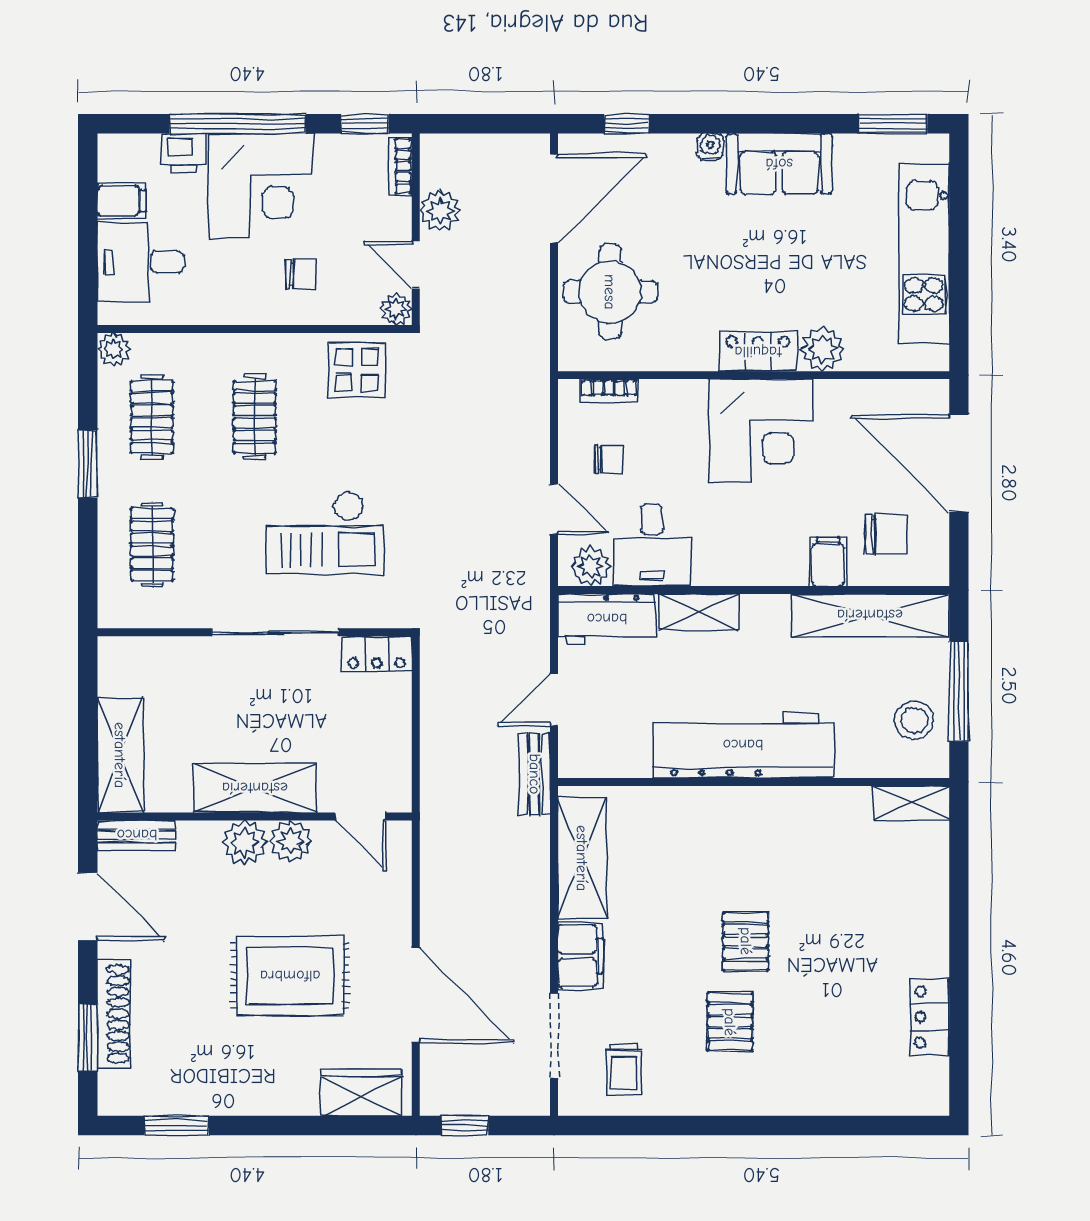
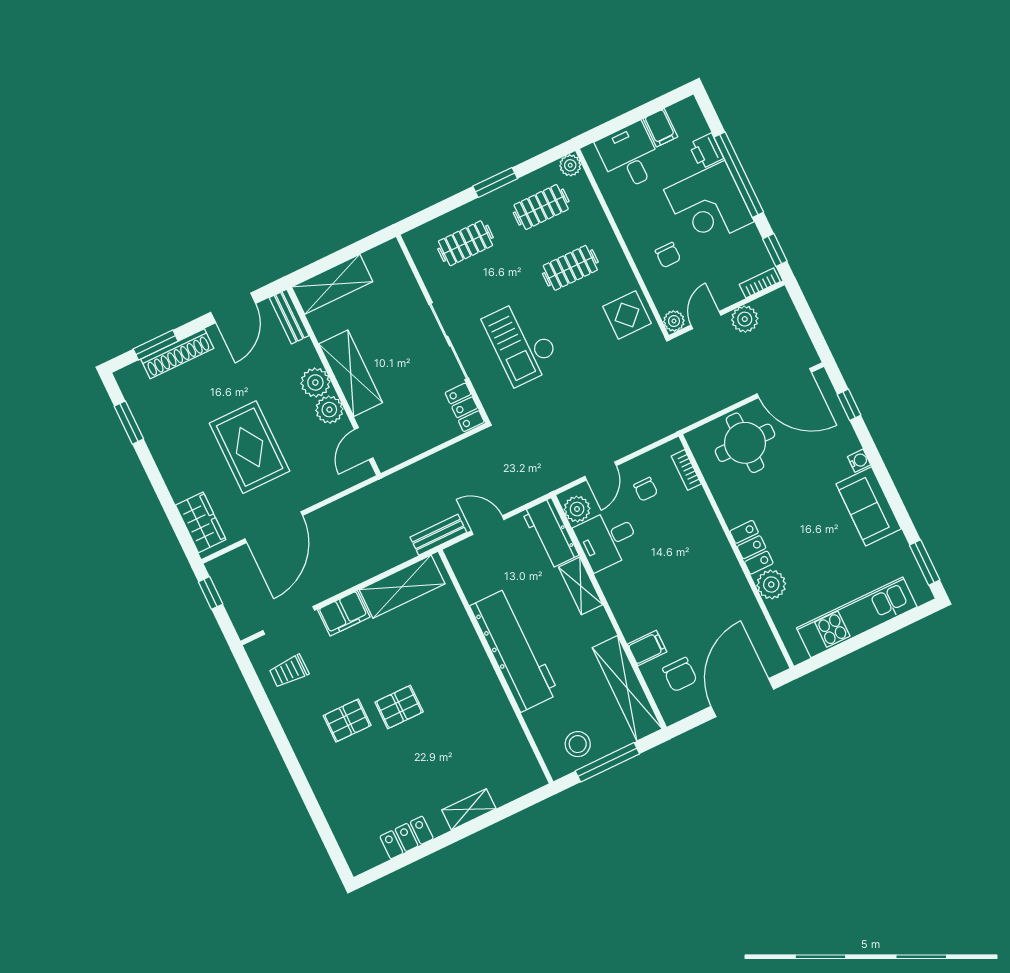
corner desk: (761, 431) -> (705, 571), removed
shelving: (911, 803) -> (469, 809), moved, turned 90

